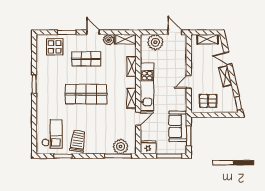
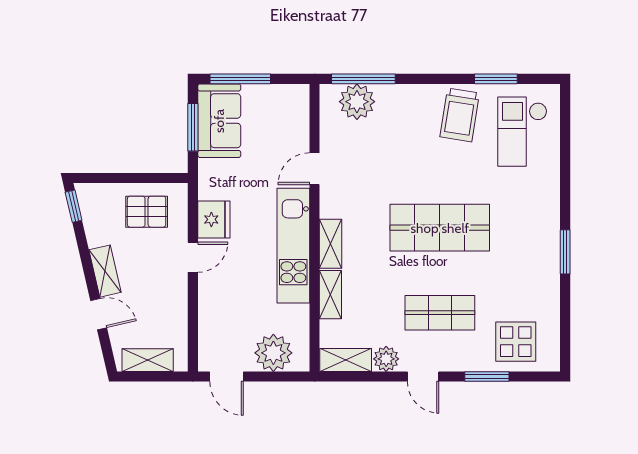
shelving: (132, 98) -> (331, 244), moved
sofa: (178, 126) -> (219, 121), moved
fridge: (148, 147) -> (214, 219), moved, turned -90

